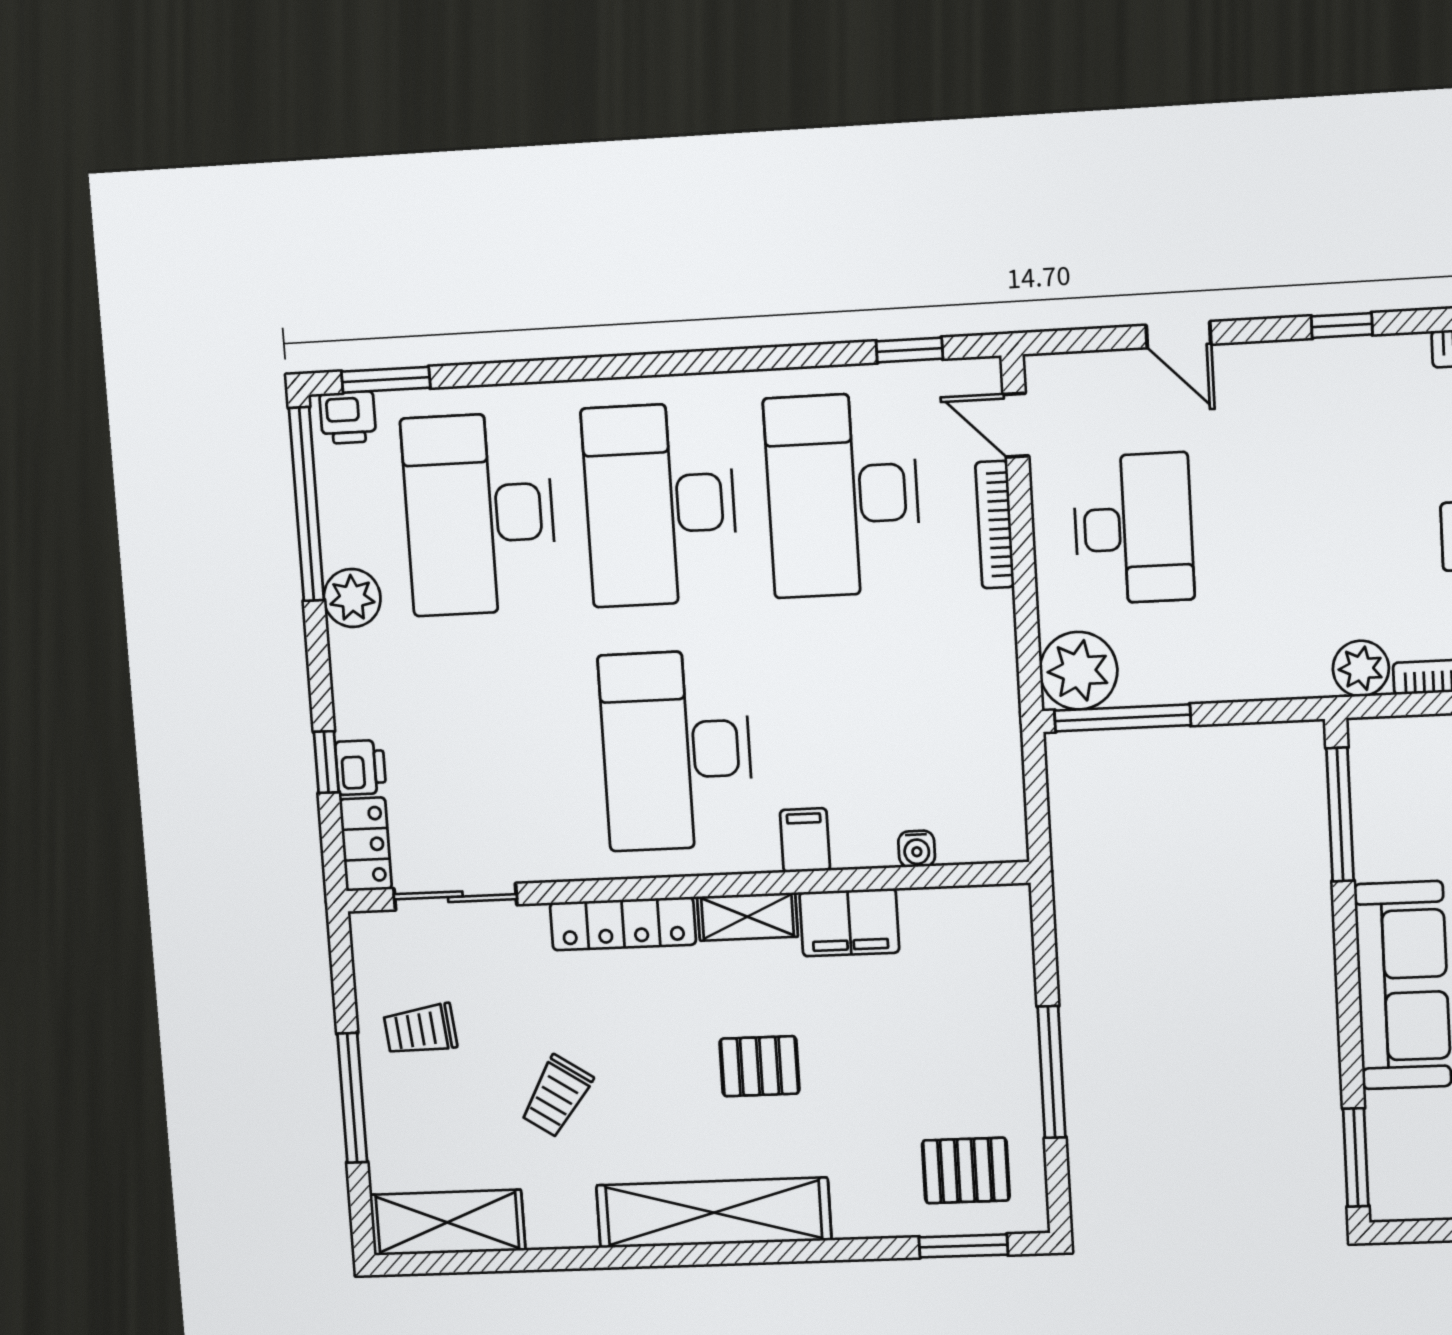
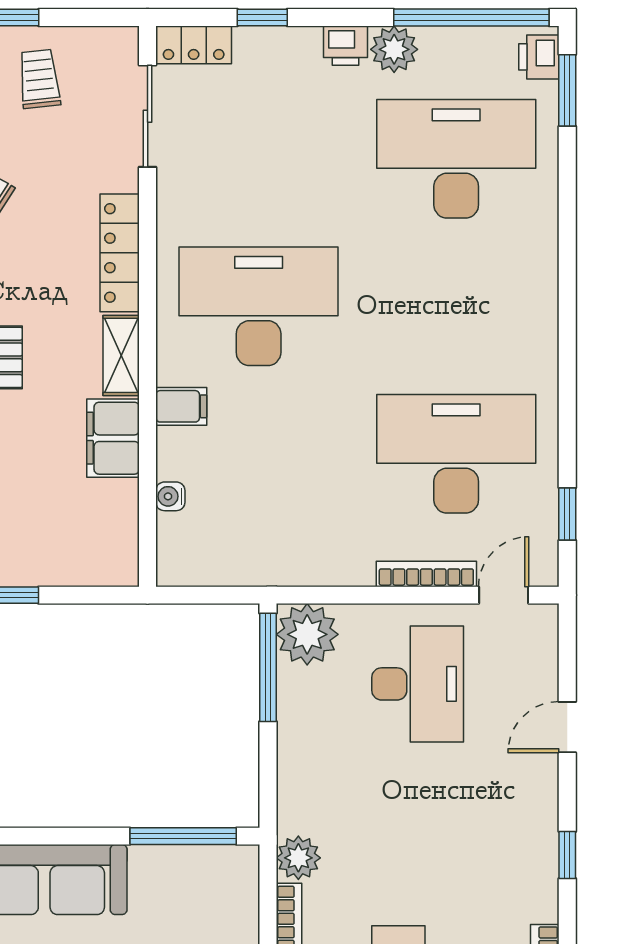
desk: (660, 504) -> (456, 306), removed
desk: (1134, 528) -> (418, 684), turned -90
printer: (361, 767) -> (346, 46), moved

